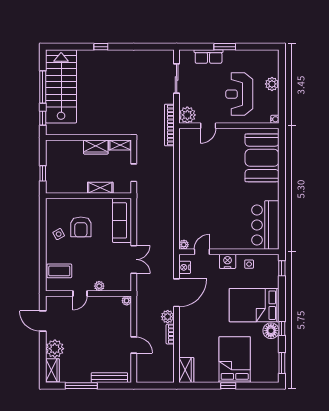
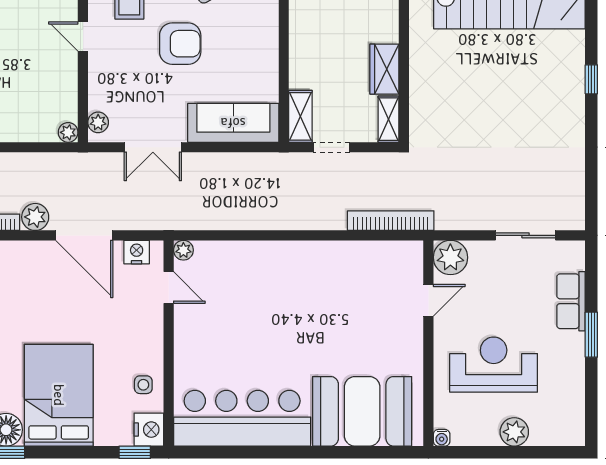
bookcase: (169, 125) -> (391, 221), moved
door: (208, 126) -> (428, 300), swing flipped
shelving: (100, 188) -> (300, 116), moved
bar counter: (265, 225) -> (242, 418), width x1.36
armchair: (81, 227) -> (180, 44), moved, turned 180
nightstand: (228, 261) -> (149, 430), moved
plant: (99, 286) -> (98, 122), moved

